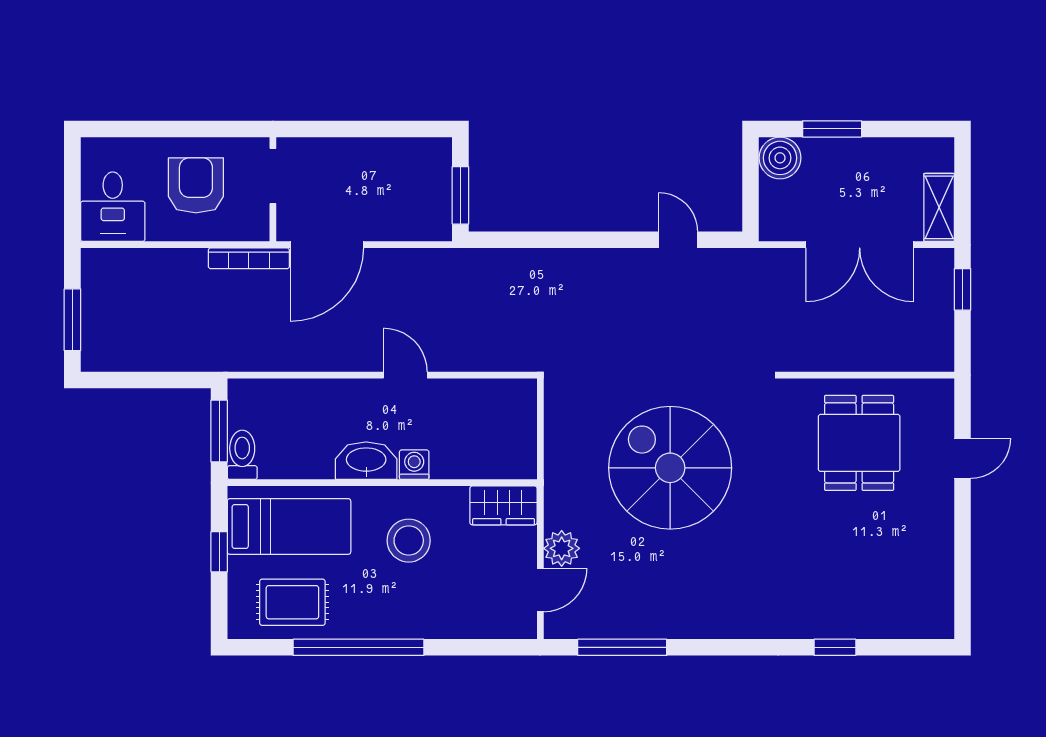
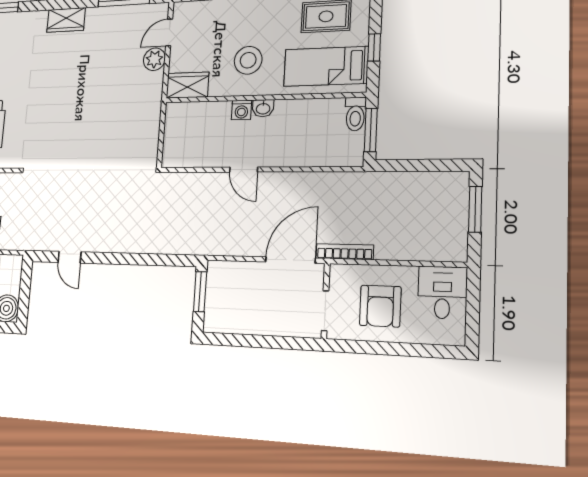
washbasin: (366, 461) -> (263, 108), width x0.52, depth x0.69
spiral stairs: (670, 468) -> (87, 112), removed
wardrobe: (722, 620) -> (66, 20), added

